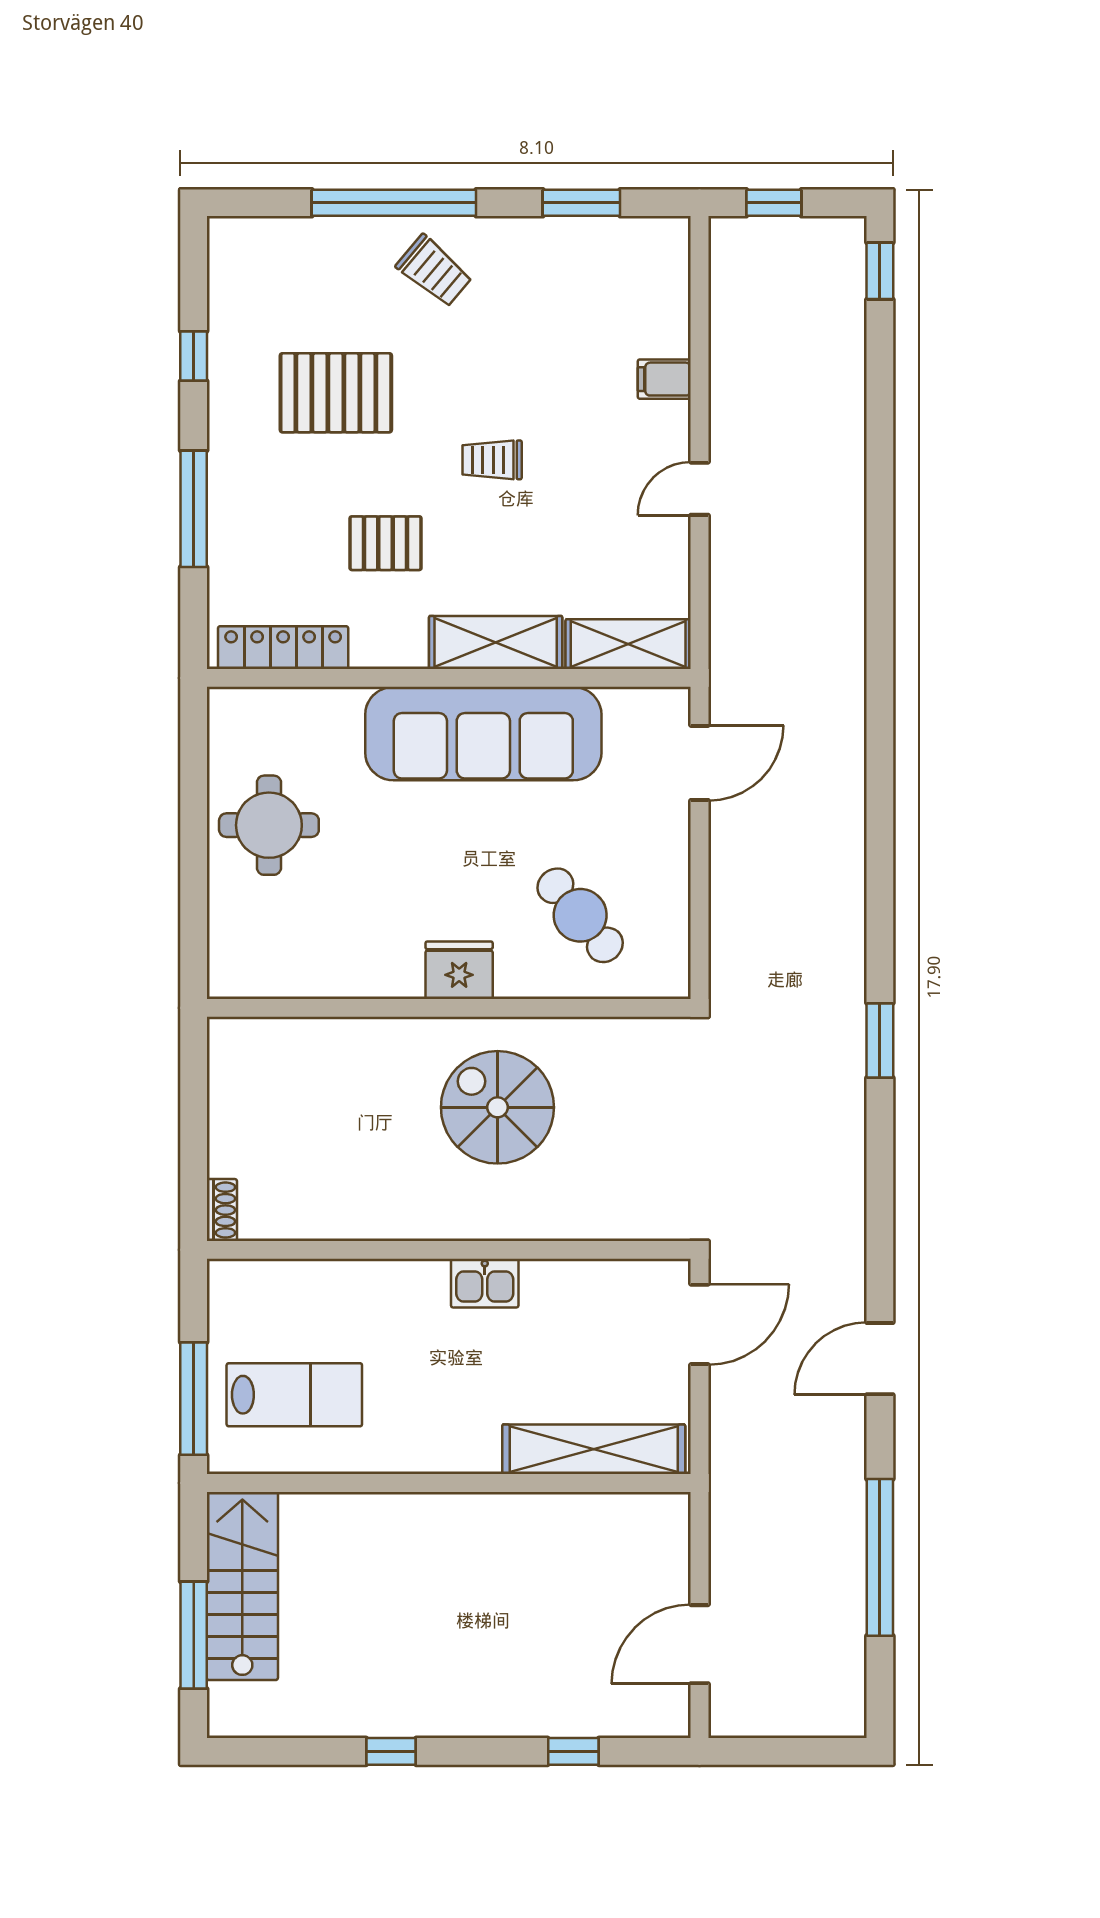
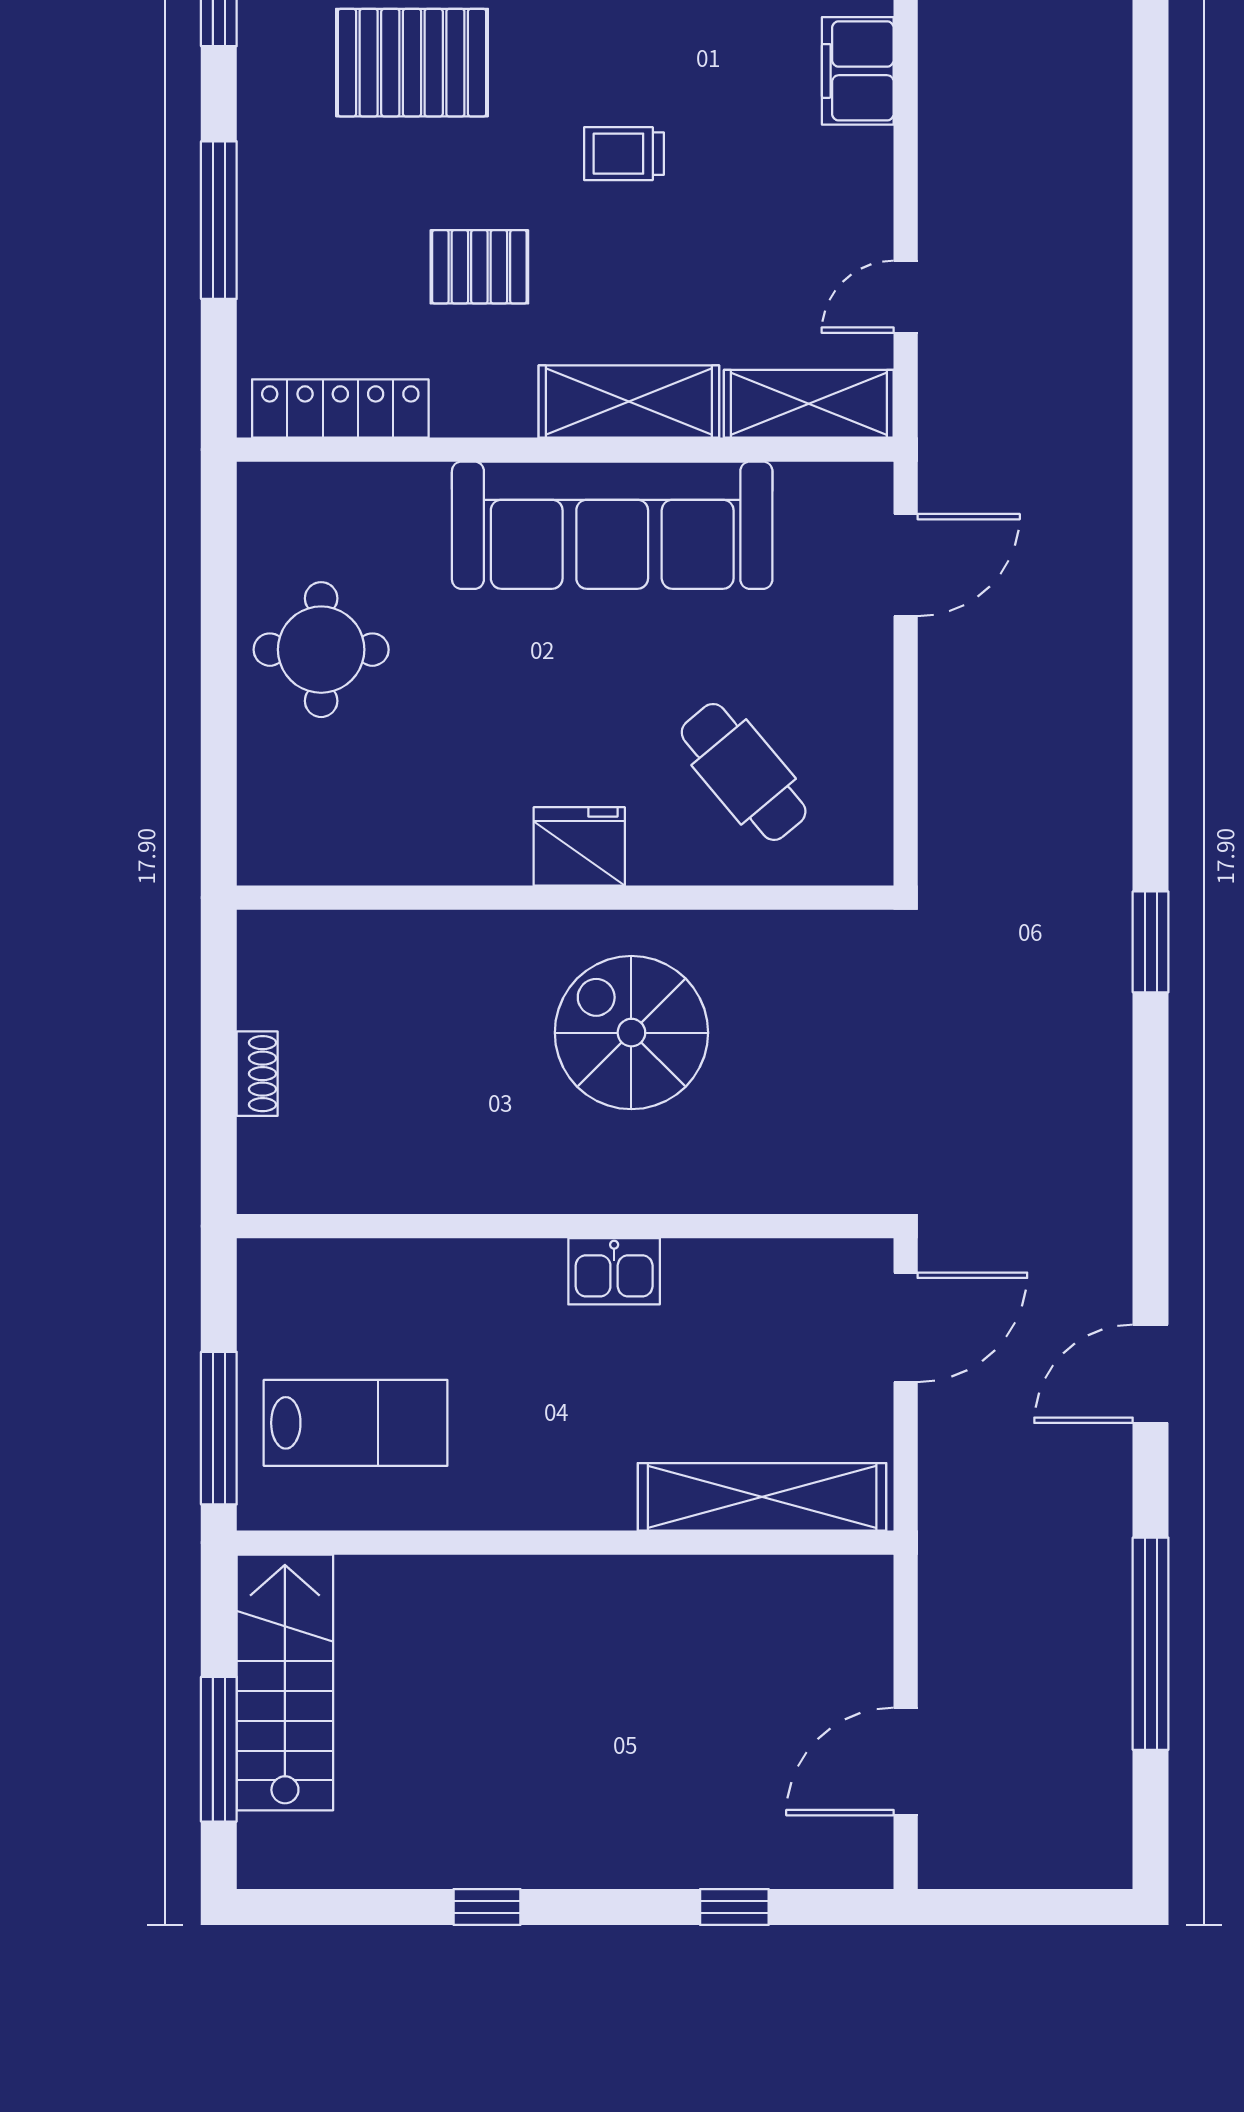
filing cabinet: (664, 379) -> (858, 71), width x2.00
door: (700, 489) -> (906, 297), moved
shoe rack: (222, 1210) -> (257, 1074), moved

